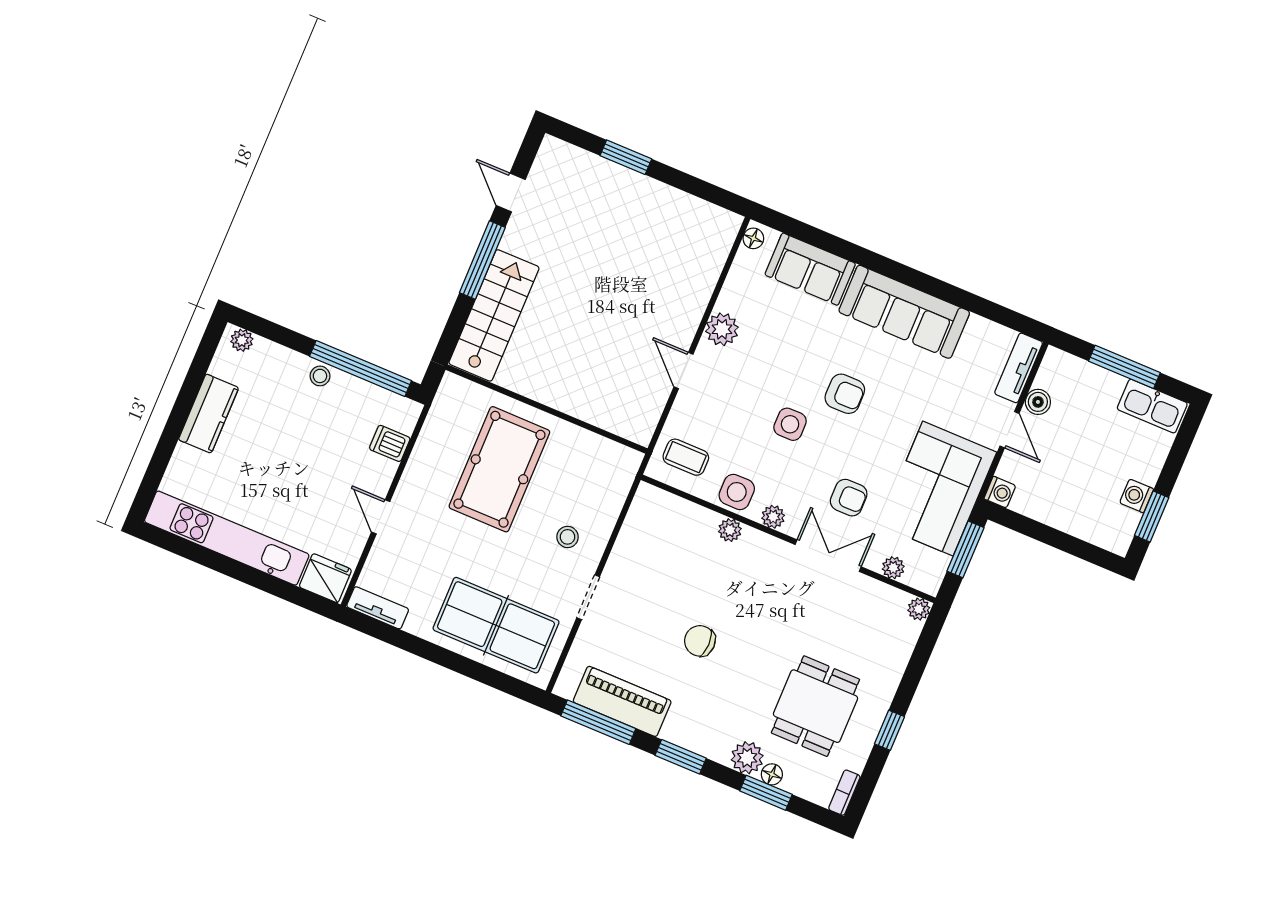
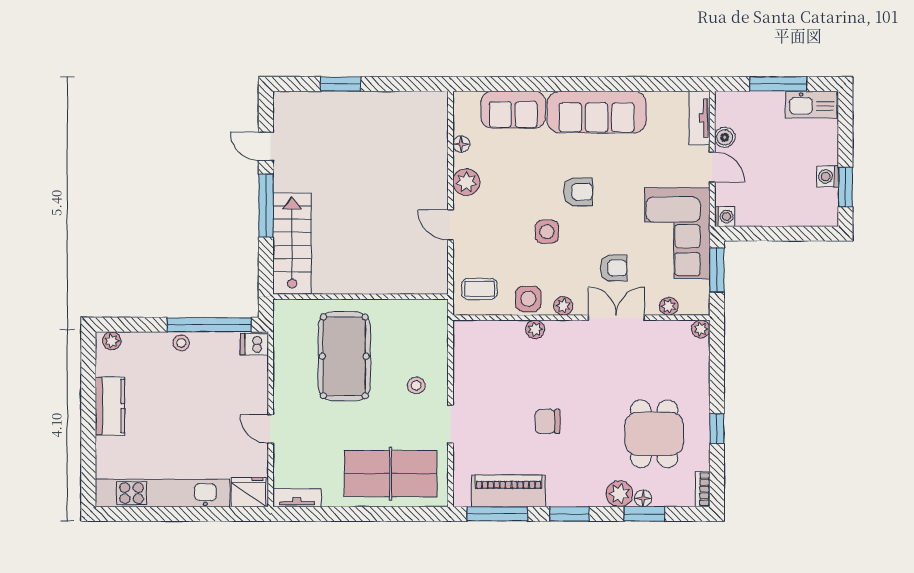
floor lamp: (753, 238) -> (461, 144), moved
dishwasher: (390, 443) -> (254, 344), moved

